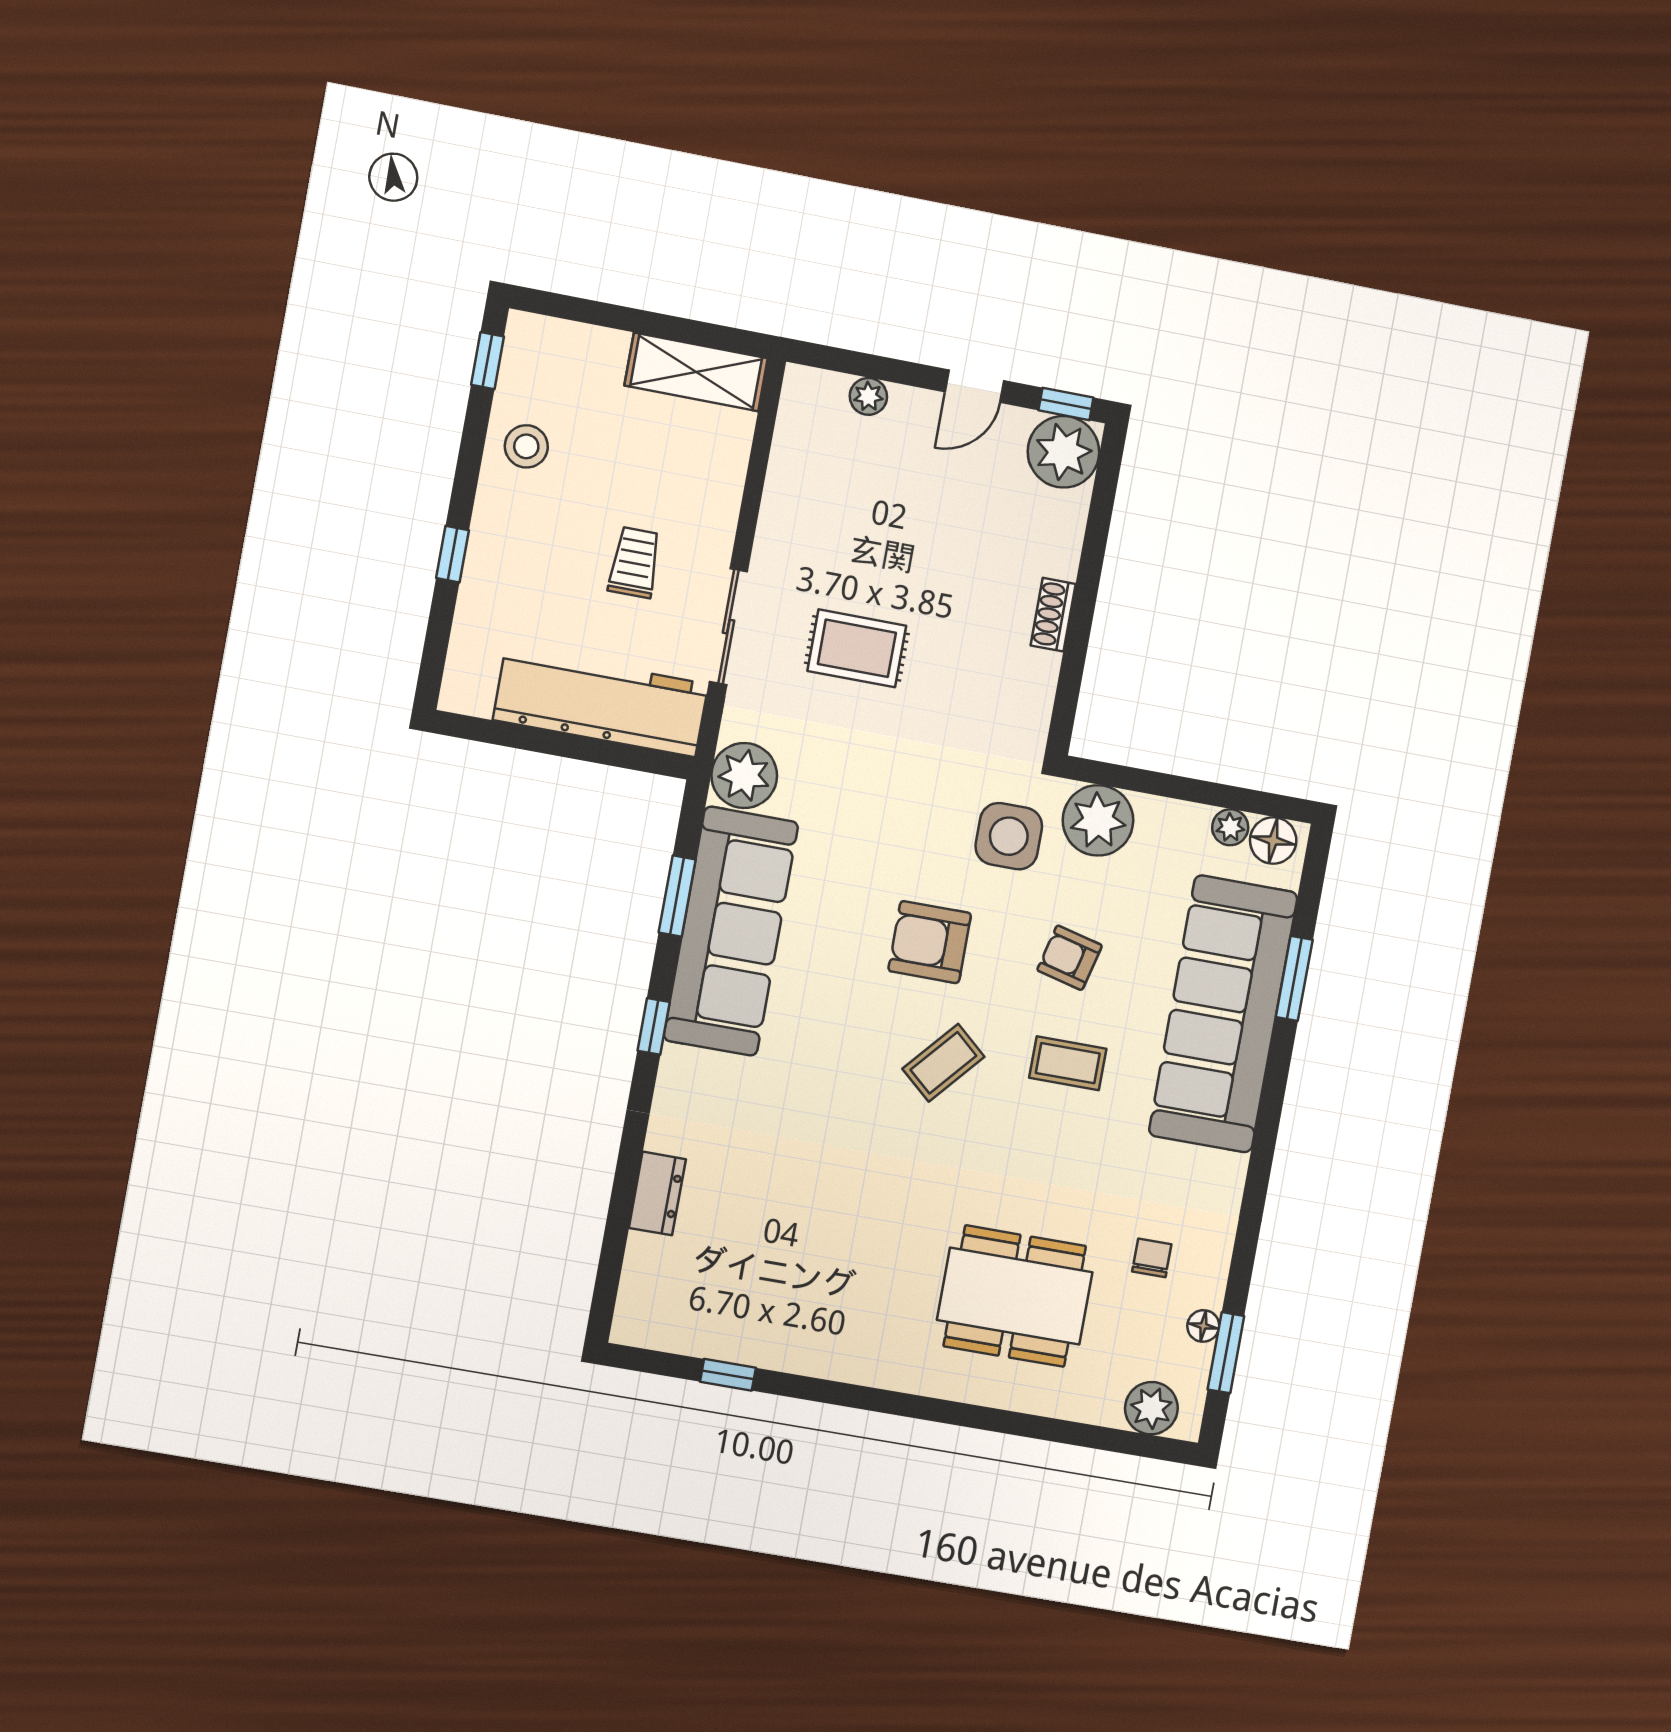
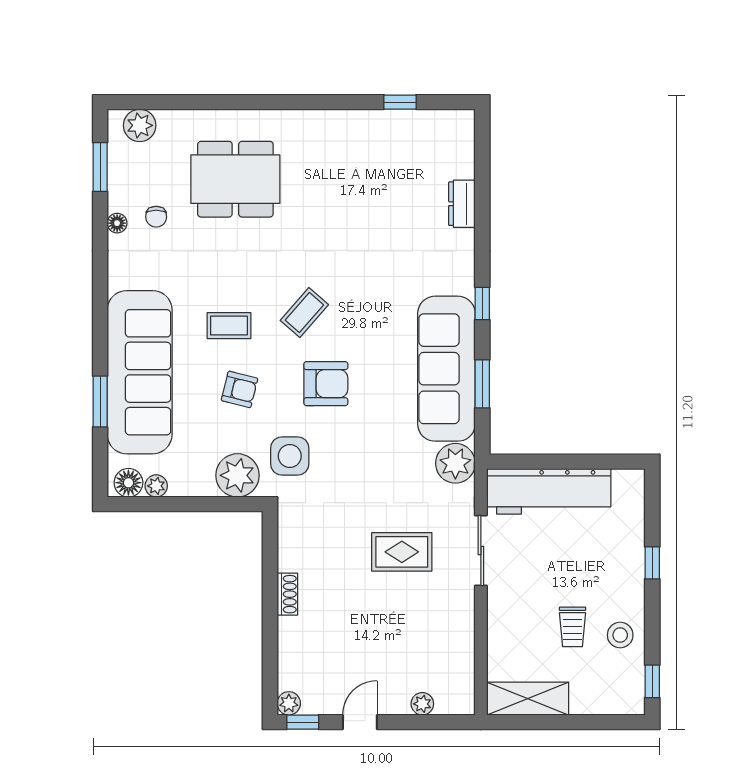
plant: (1063, 452) -> (289, 703), width x0.53, depth x0.53
trolley: (635, 562) -> (573, 627), moved
floor lamp: (1203, 1326) -> (117, 223), moved

